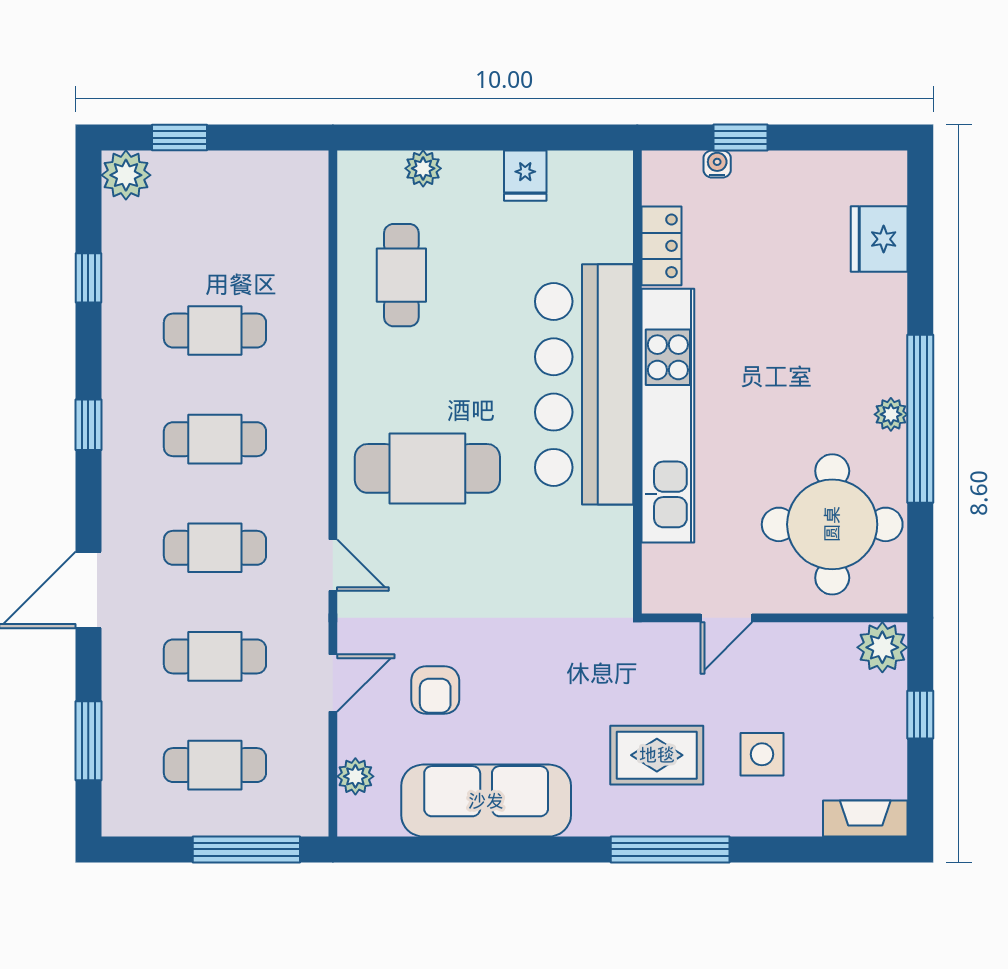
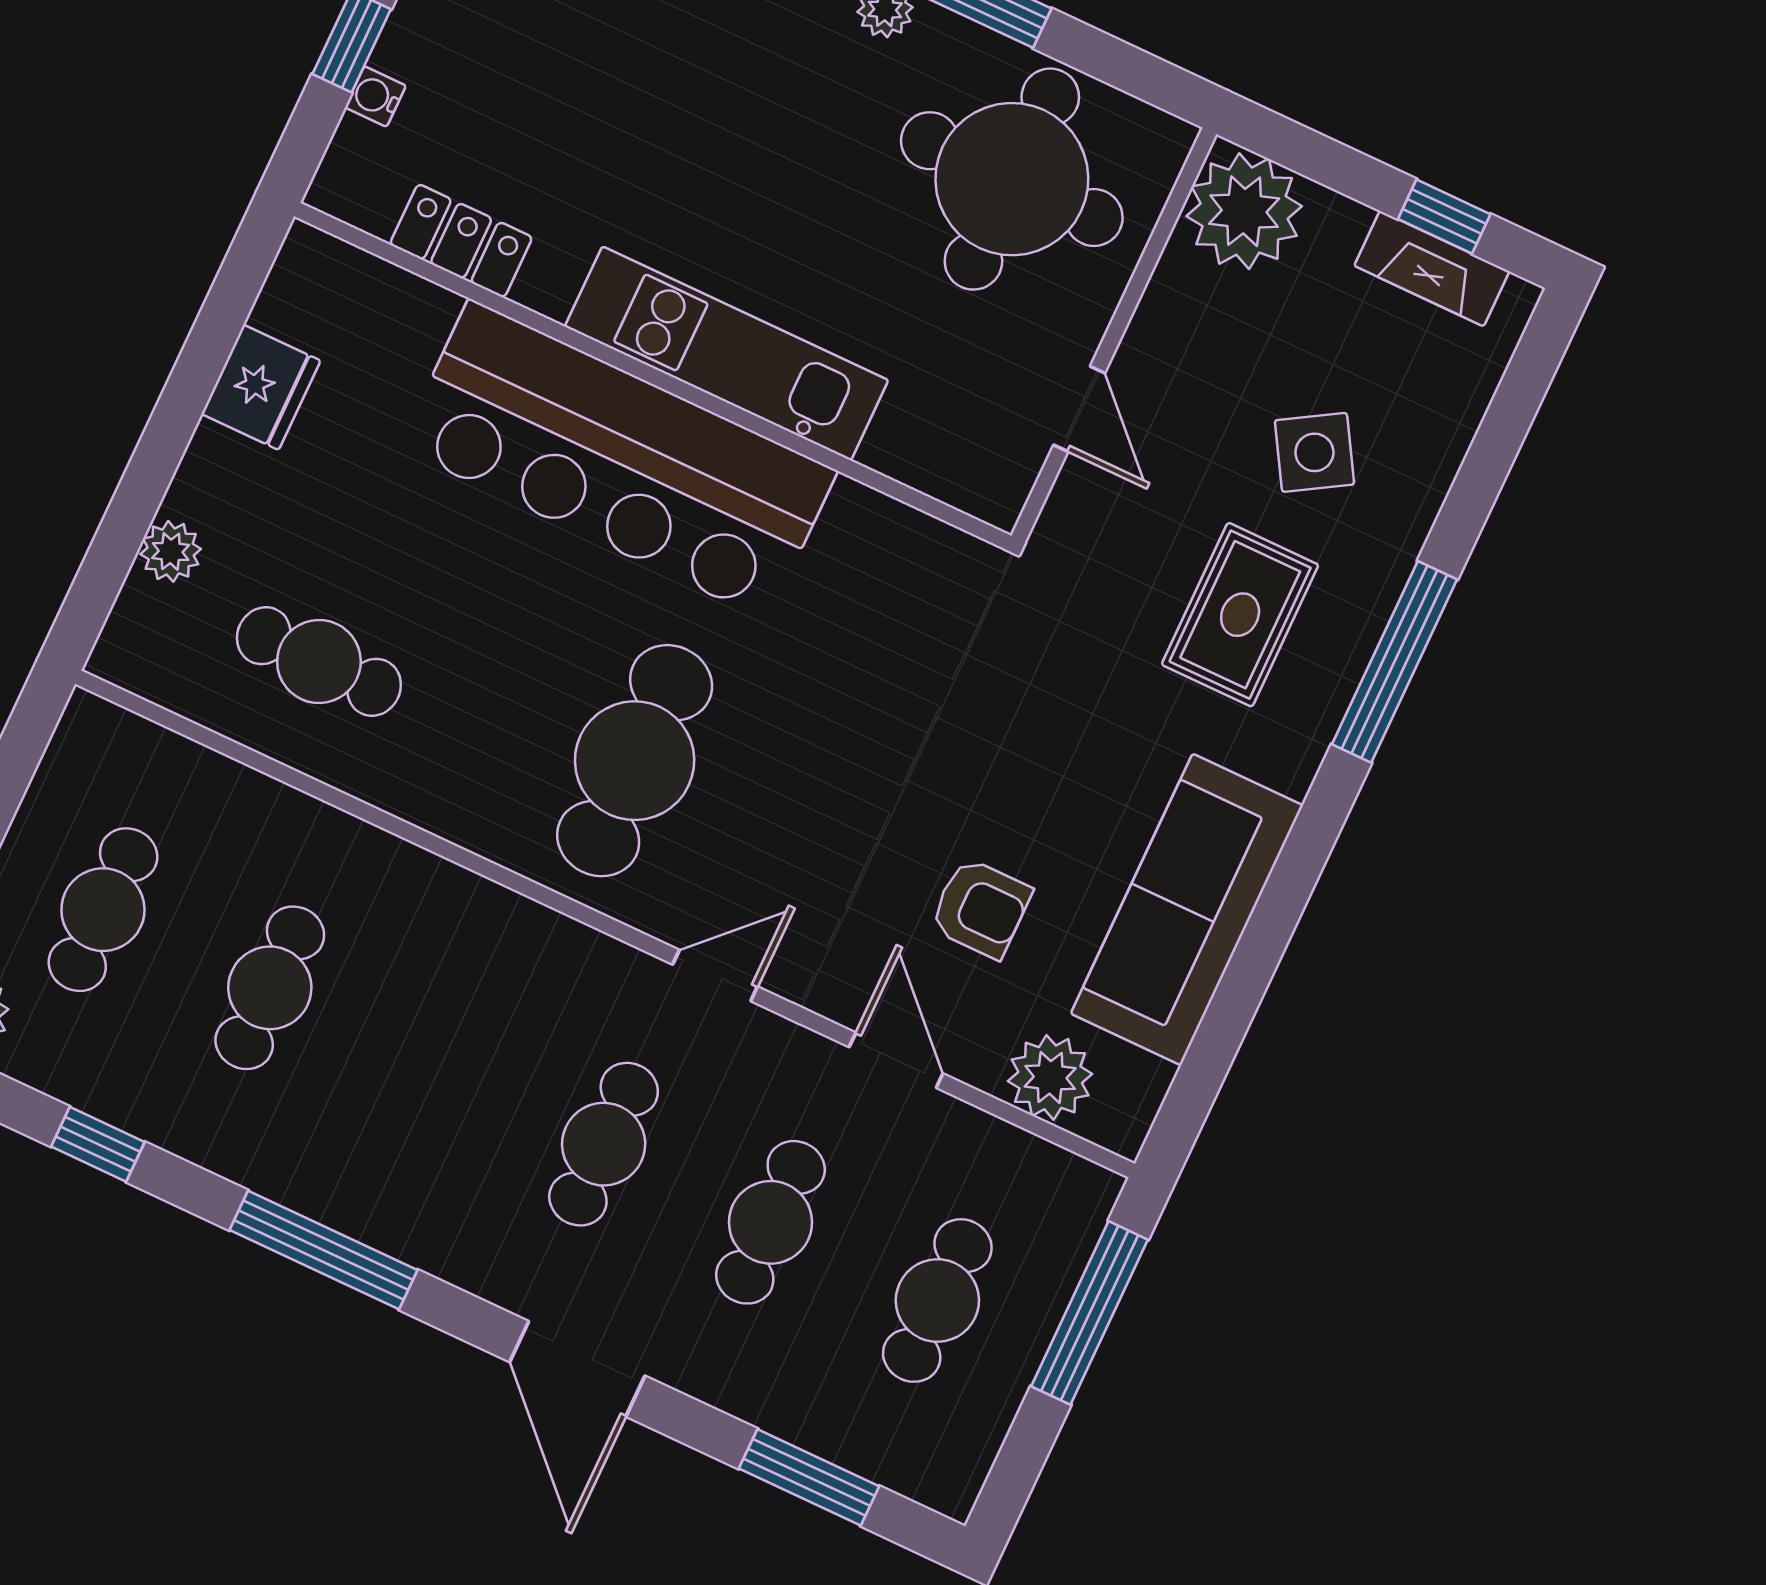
fridge: (525, 176) -> (261, 387), width x1.38
kitchen unit: (668, 416) -> (727, 353), width x0.73
window: (88, 425) -> (323, 1250), width x2.17
cafe table: (215, 439) -> (103, 910), moved
plant: (882, 647) -> (1244, 211), width x1.36, depth x1.36
window: (920, 715) -> (1444, 217), moved
side table: (762, 754) -> (1314, 452), turned -31
plant: (355, 776) -> (1050, 1077), width x1.38, depth x1.38
fireplace: (865, 819) -> (1432, 269), moved, turned -90

